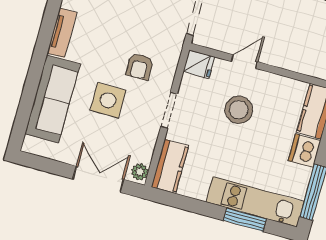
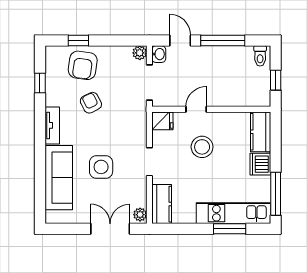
armchair: (140, 66) -> (91, 103), moved, turned 153

